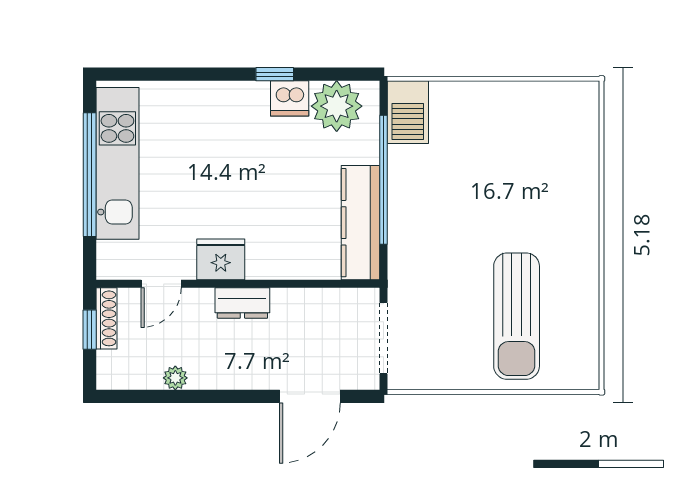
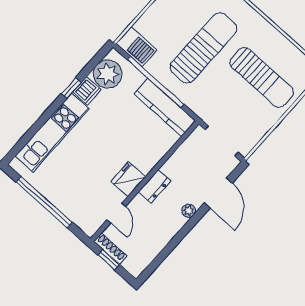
kitchen unit: (117, 163) -> (52, 133), moved, turned 90
sun lounger: (486, 203) -> (203, 48), added
plant: (175, 378) -> (189, 211), moved

